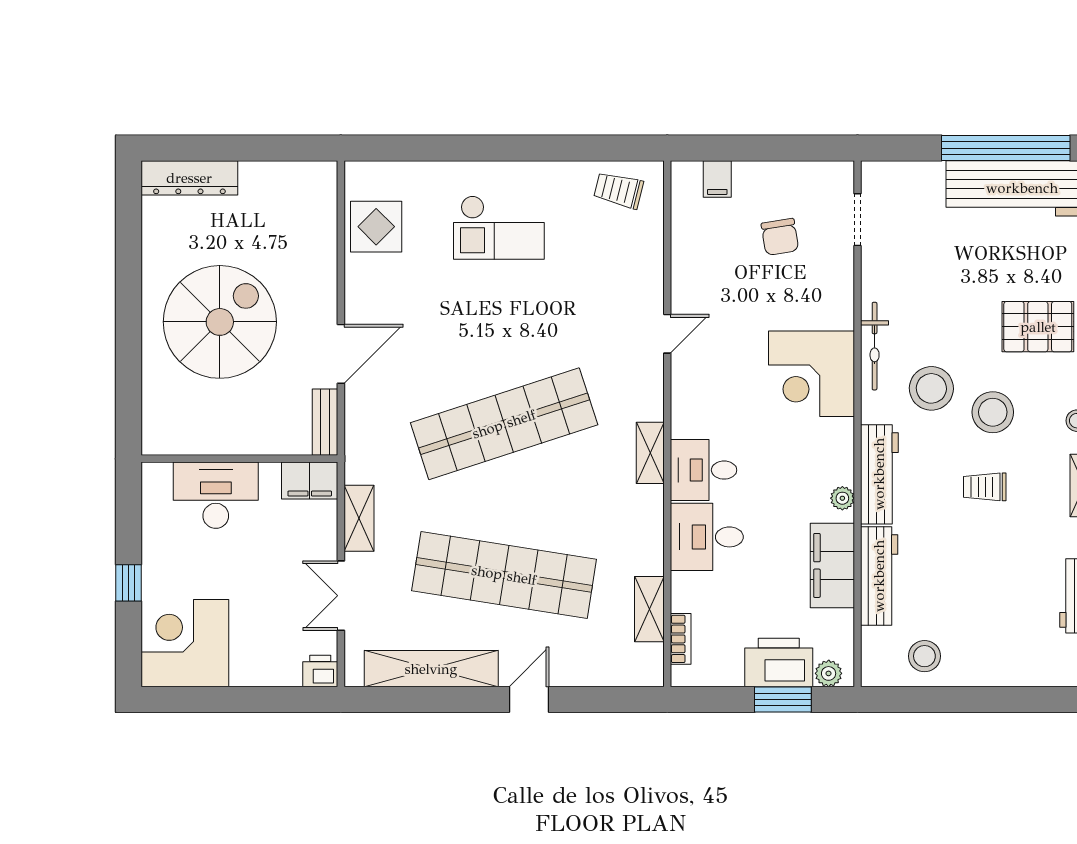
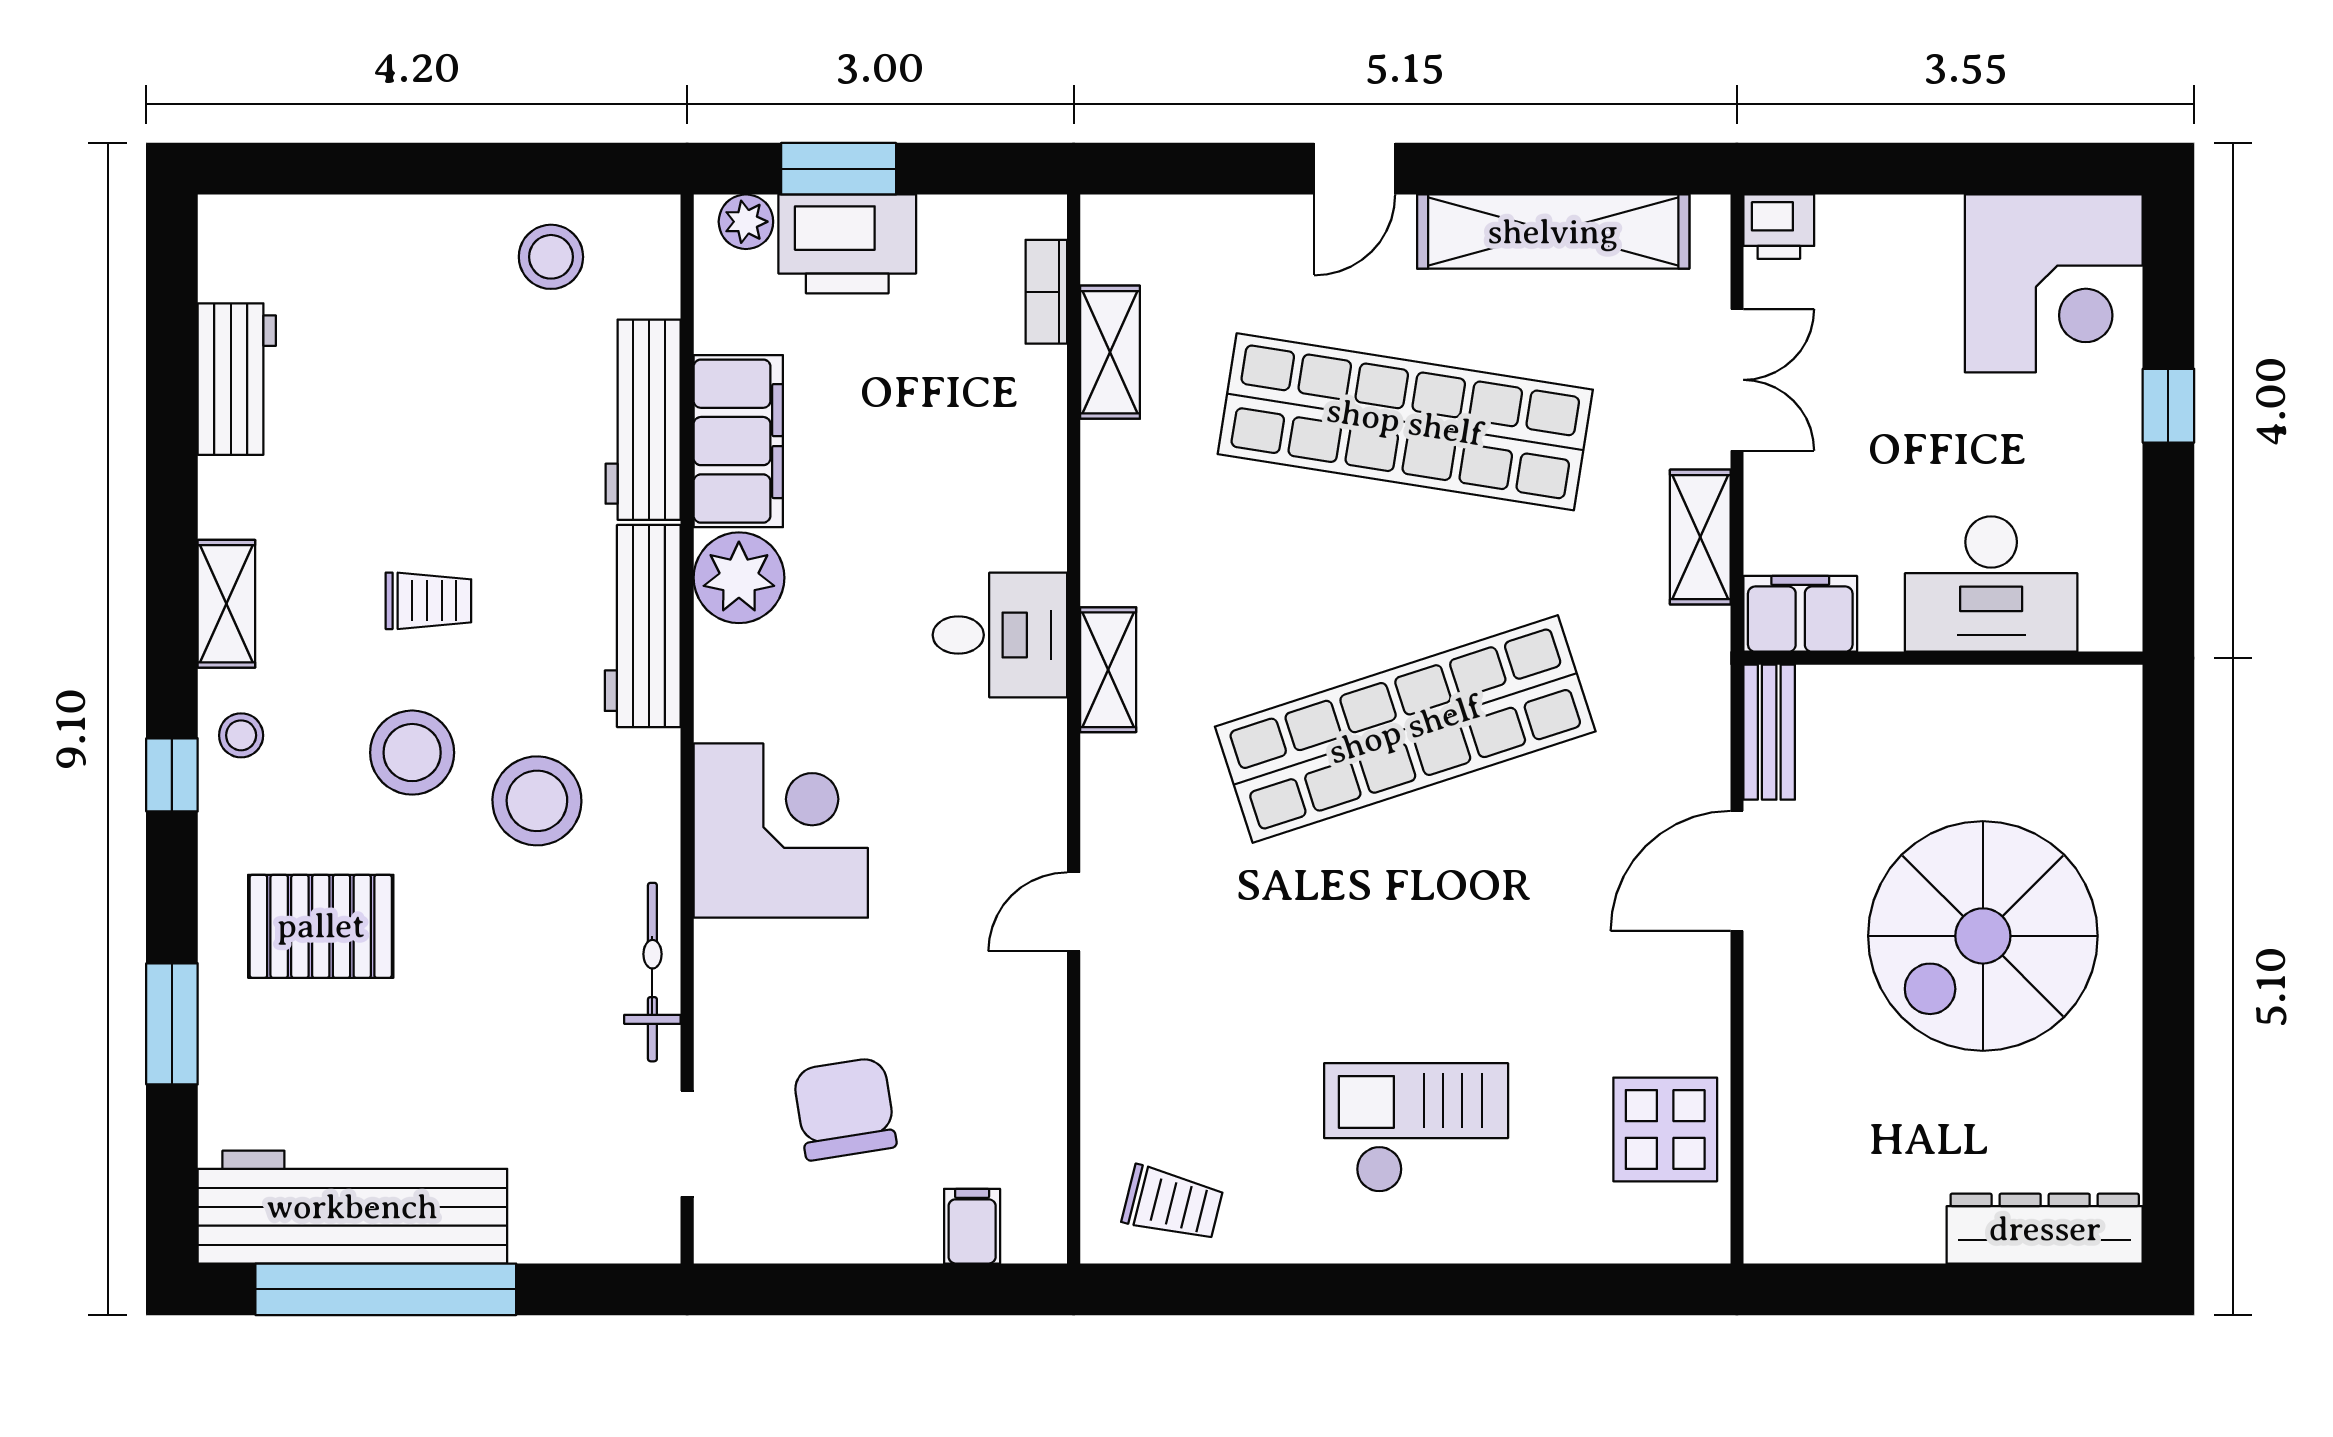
chair: (780, 237) -> (845, 1109), width x1.37, depth x1.37
bicycle: (875, 346) -> (652, 972), moved
plant: (842, 498) -> (739, 578), width x1.87, depth x1.87
desk: (707, 537) -> (993, 499), removed

